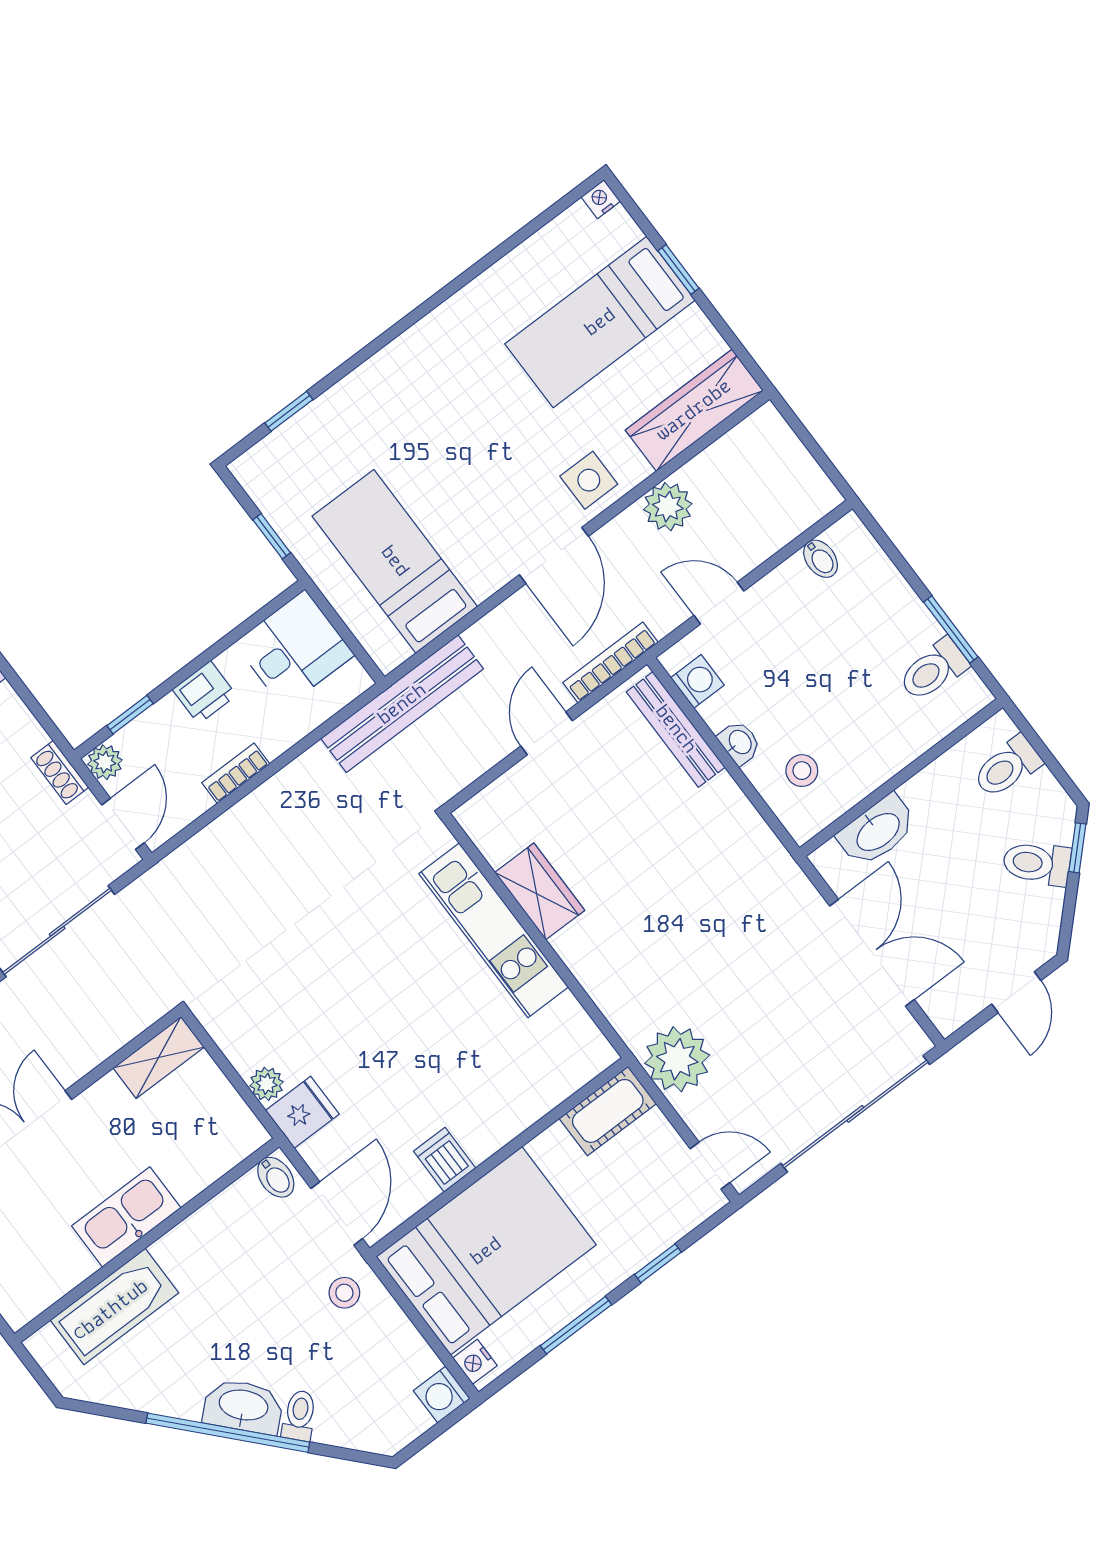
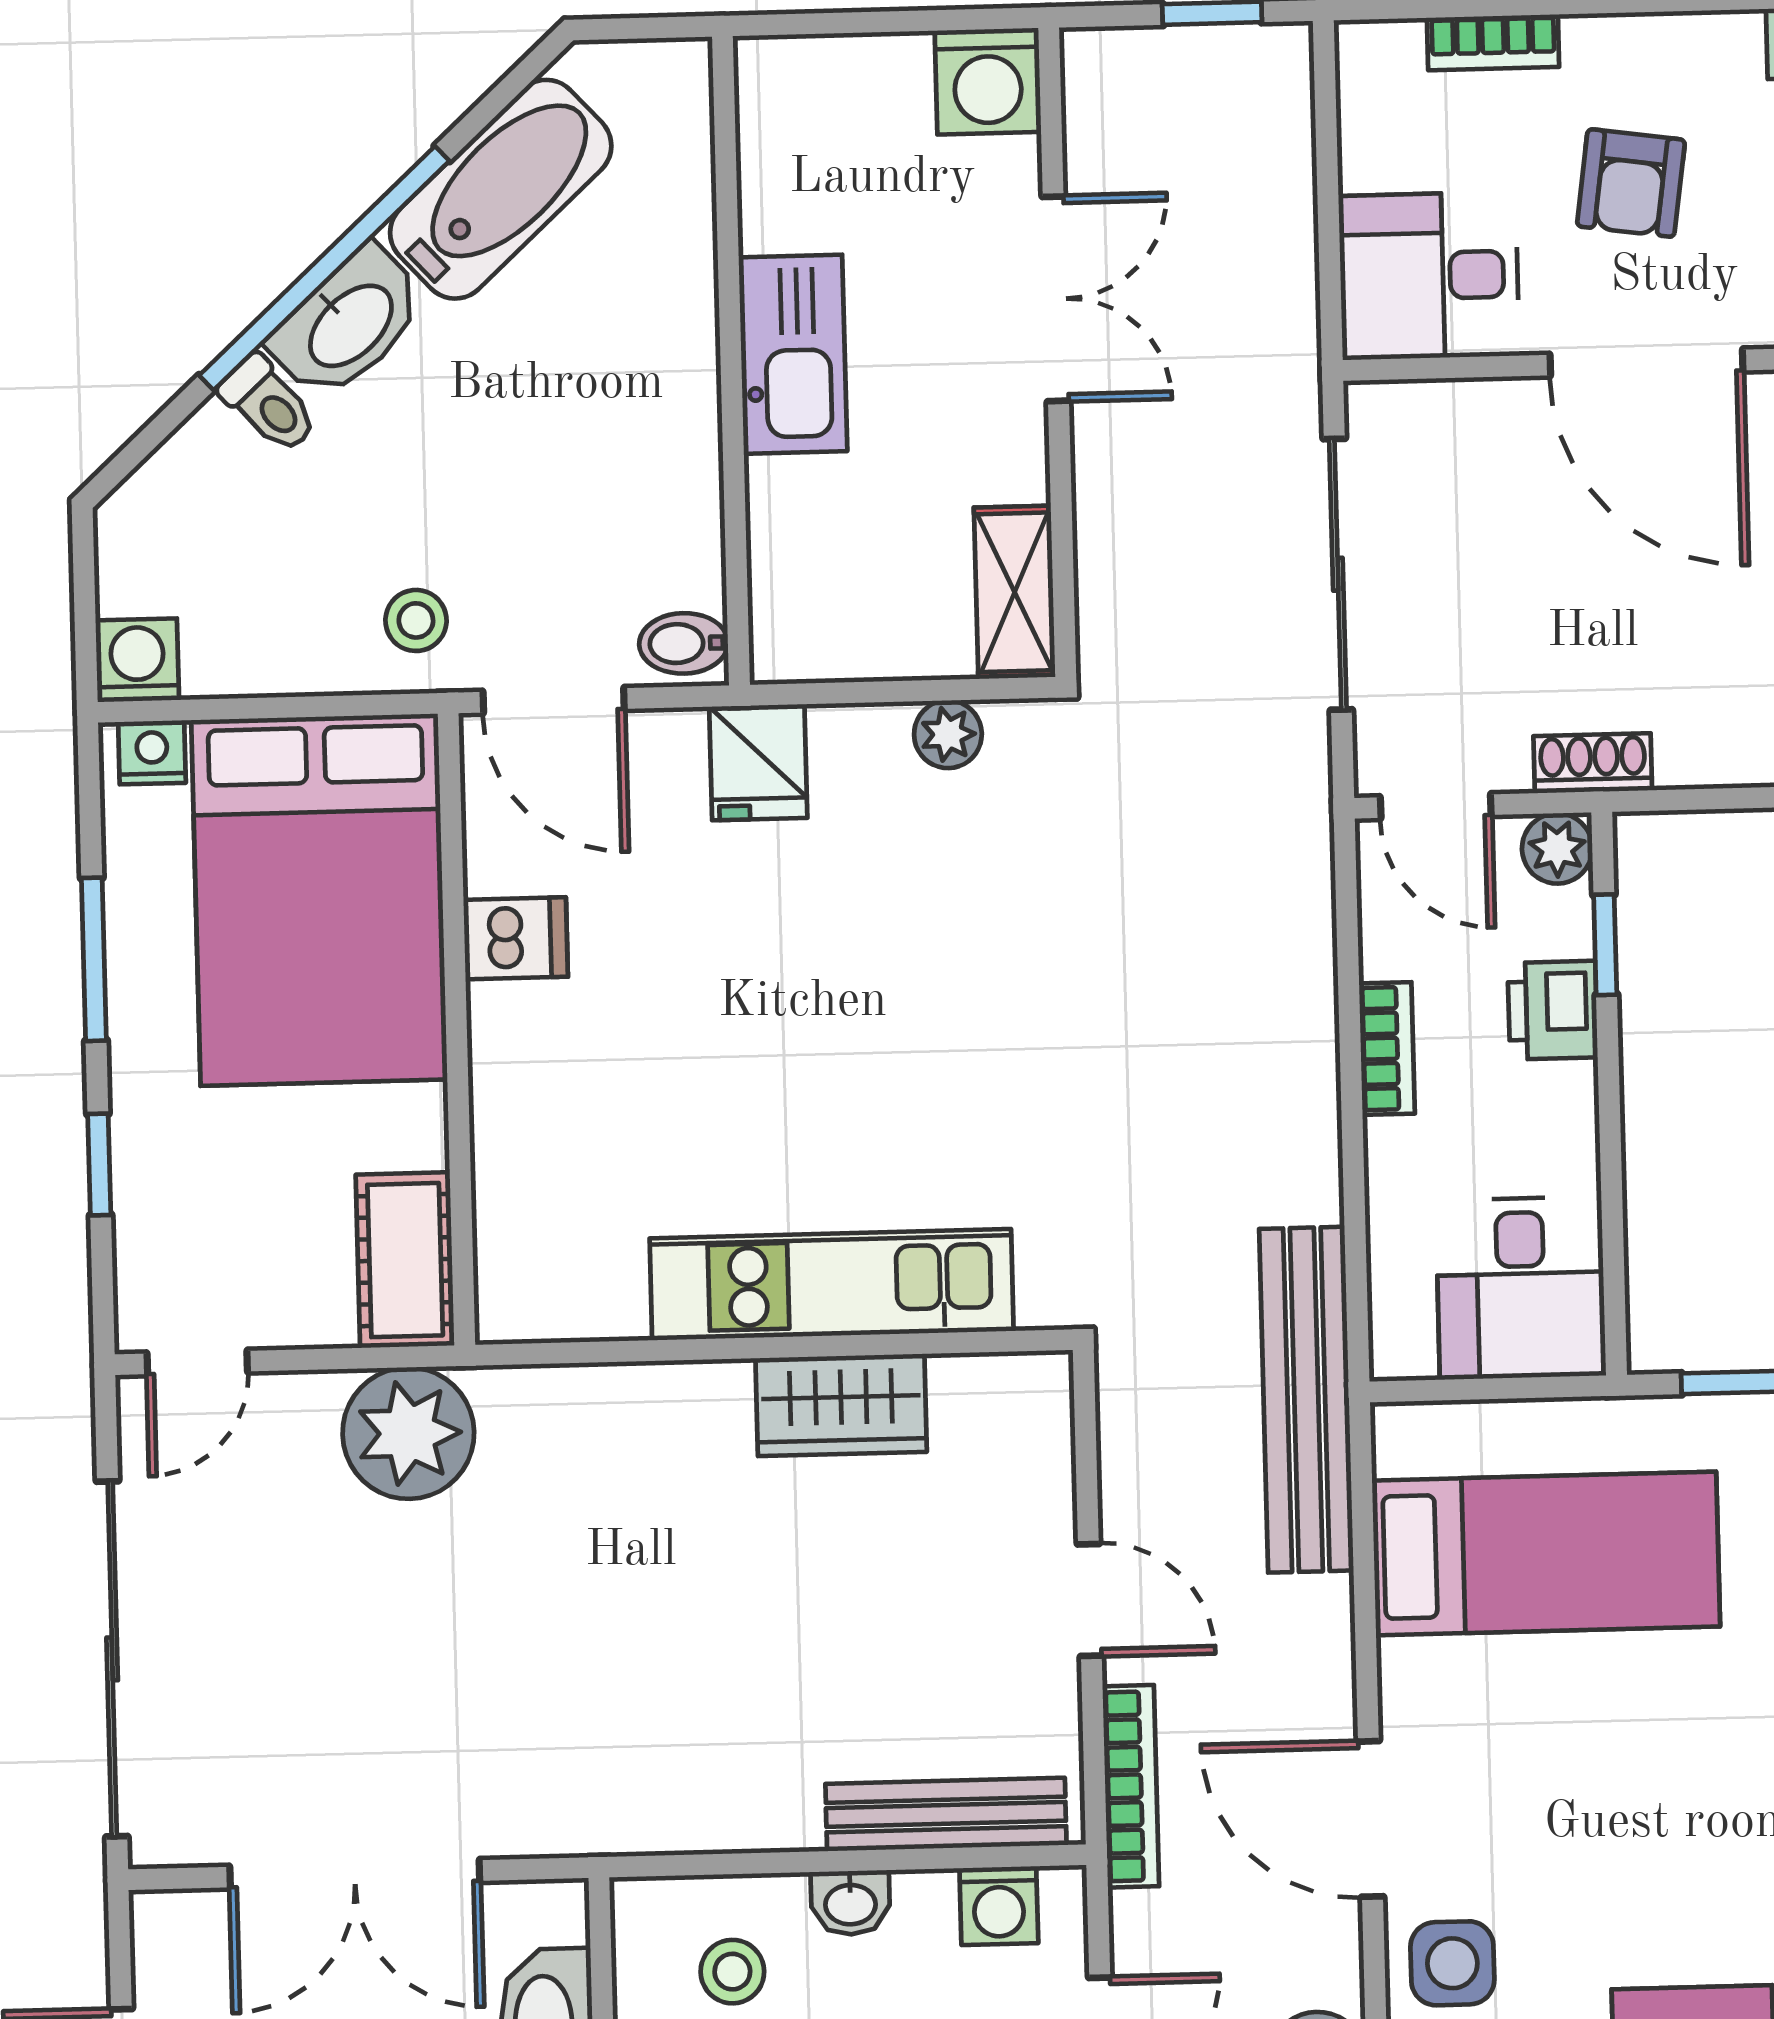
printer: (204, 692) -> (1553, 1010), moved
plant: (267, 1084) -> (948, 734), moved
bathtub: (115, 1307) -> (501, 189), moved, turned -133

